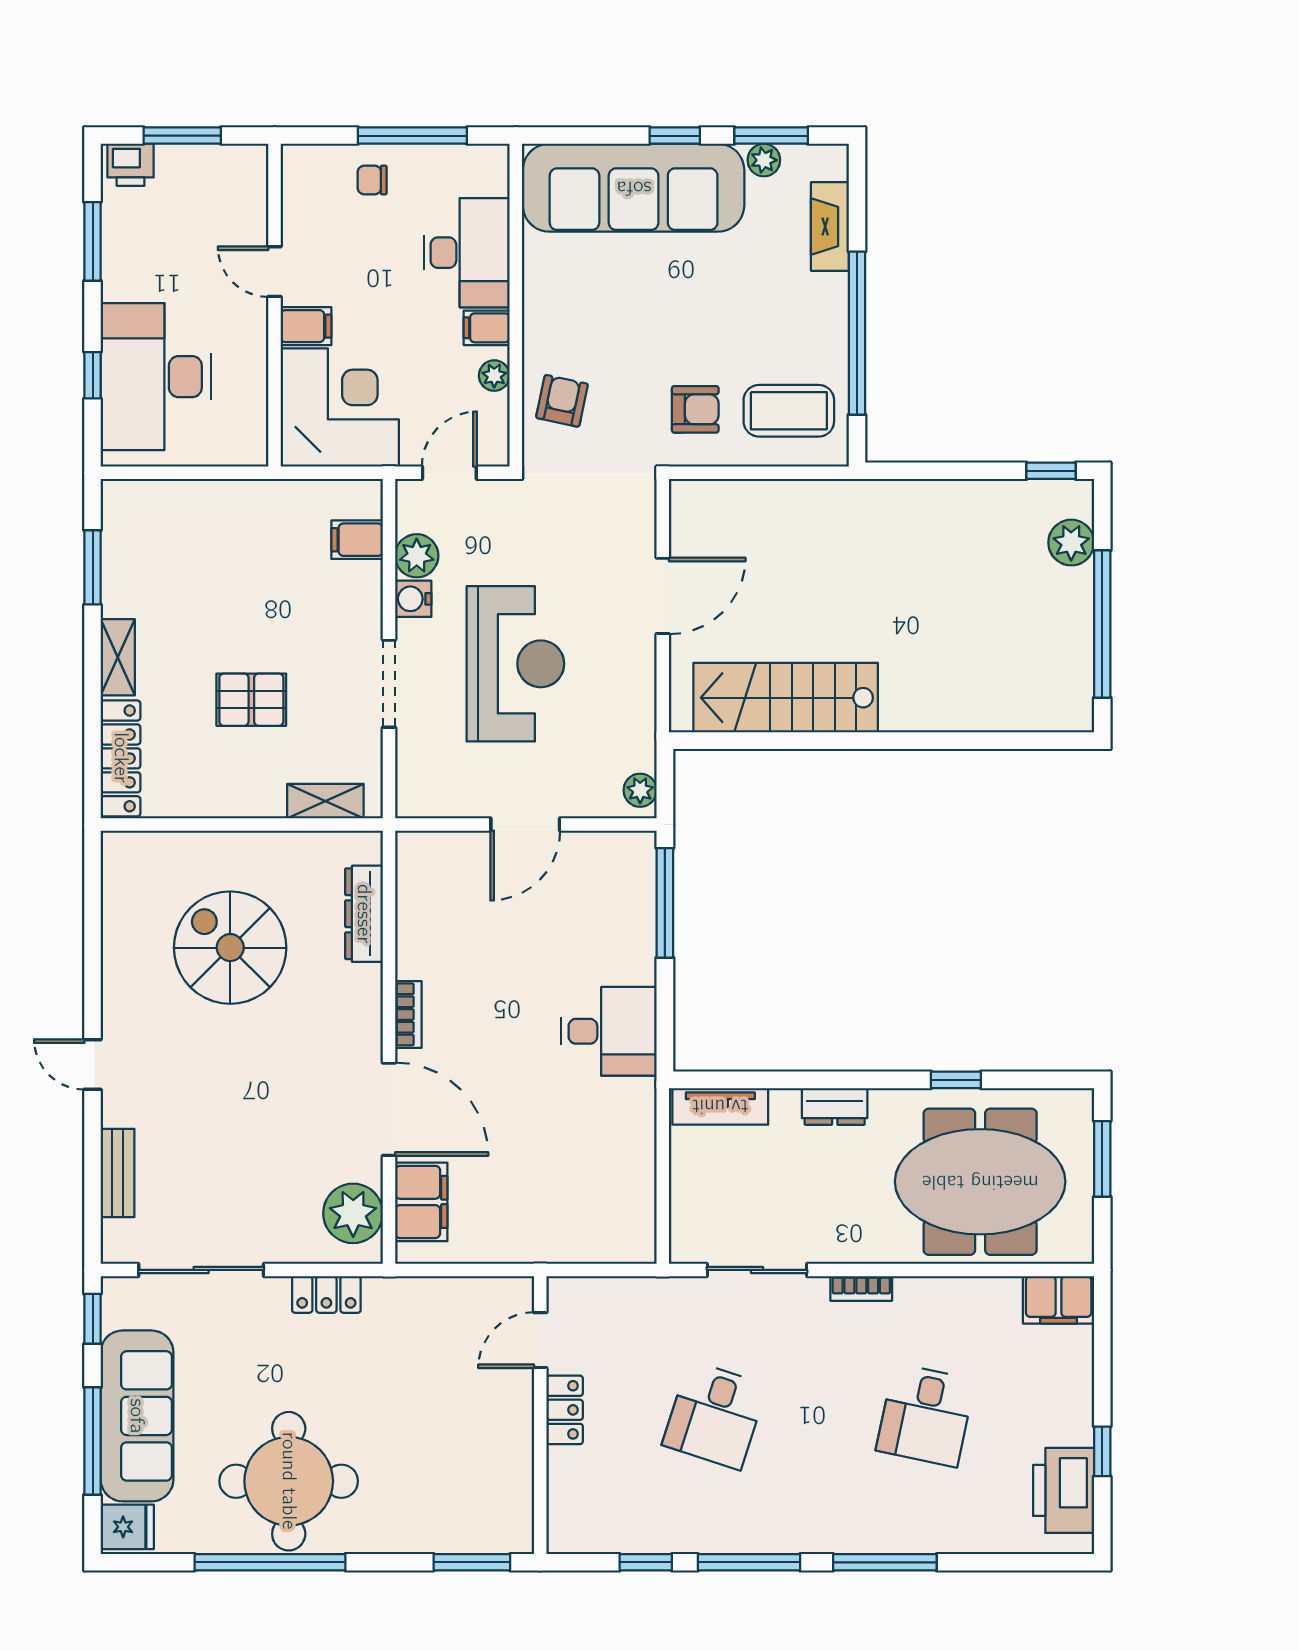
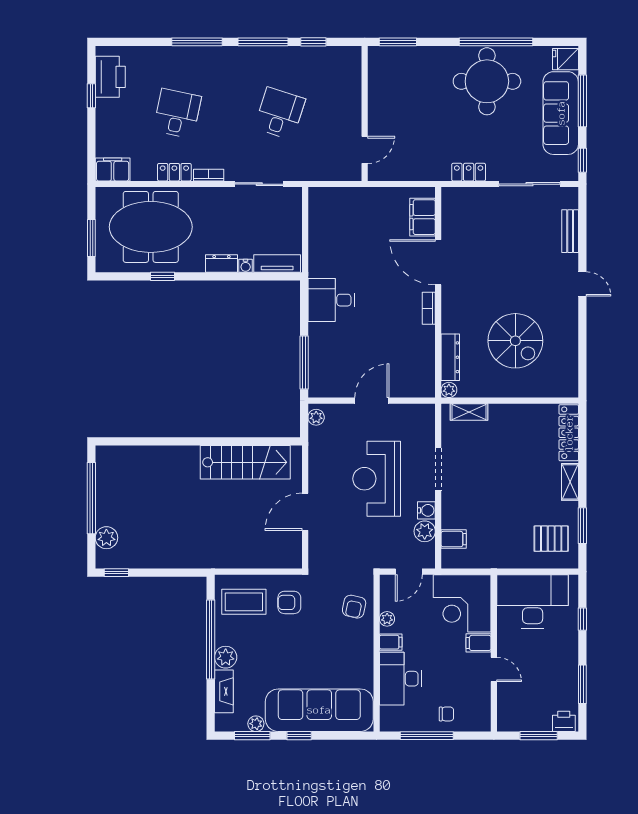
plant: (826, 297) -> (226, 657), added
desk: (156, 377) -> (533, 601), moved, turned -90
pallet: (251, 700) -> (551, 539), moved
water cooler: (785, 1102) -> (246, 266), added
plant: (353, 1213) -> (449, 390), moved, width x0.53, depth x0.53
locker: (565, 1410) -> (174, 172), moved, turned 90

